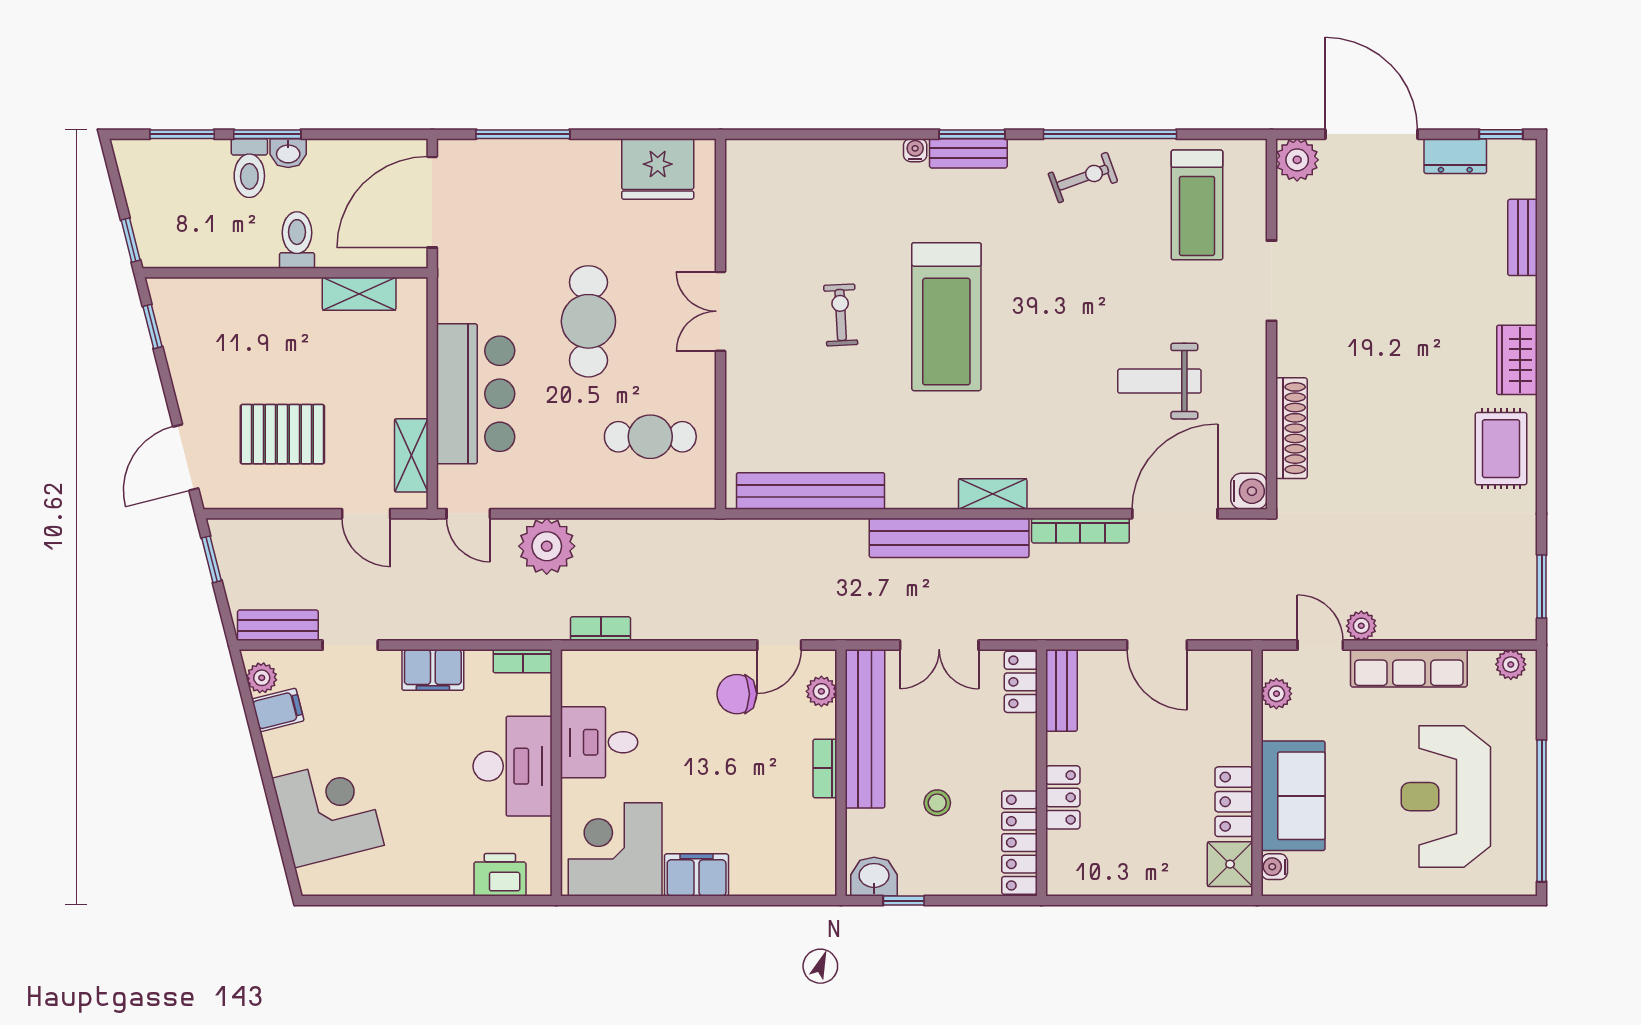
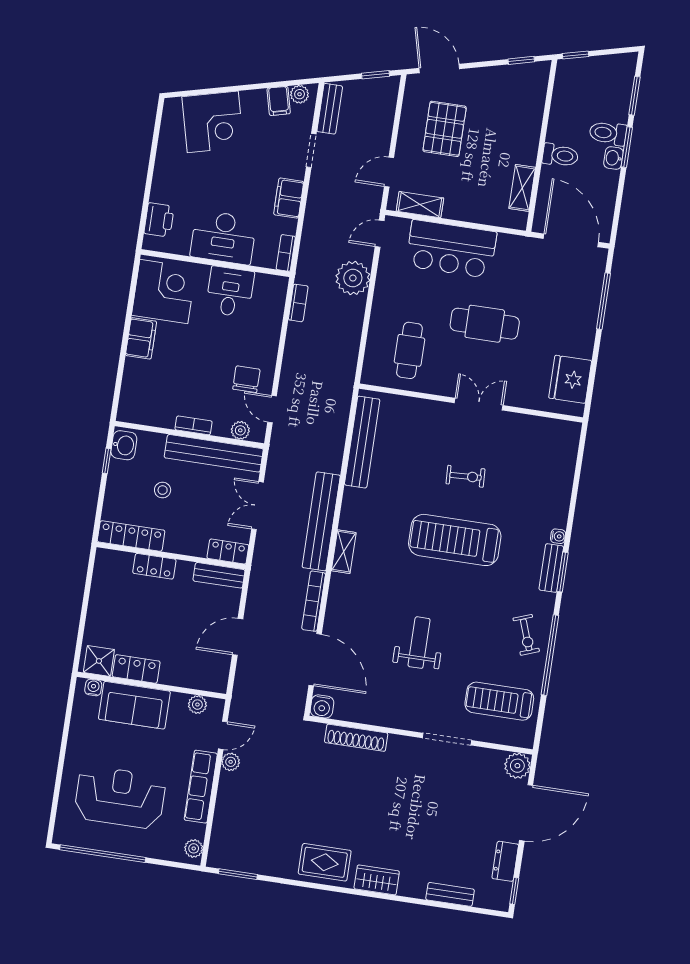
weight bench: (1159, 381) -> (419, 643), moved

